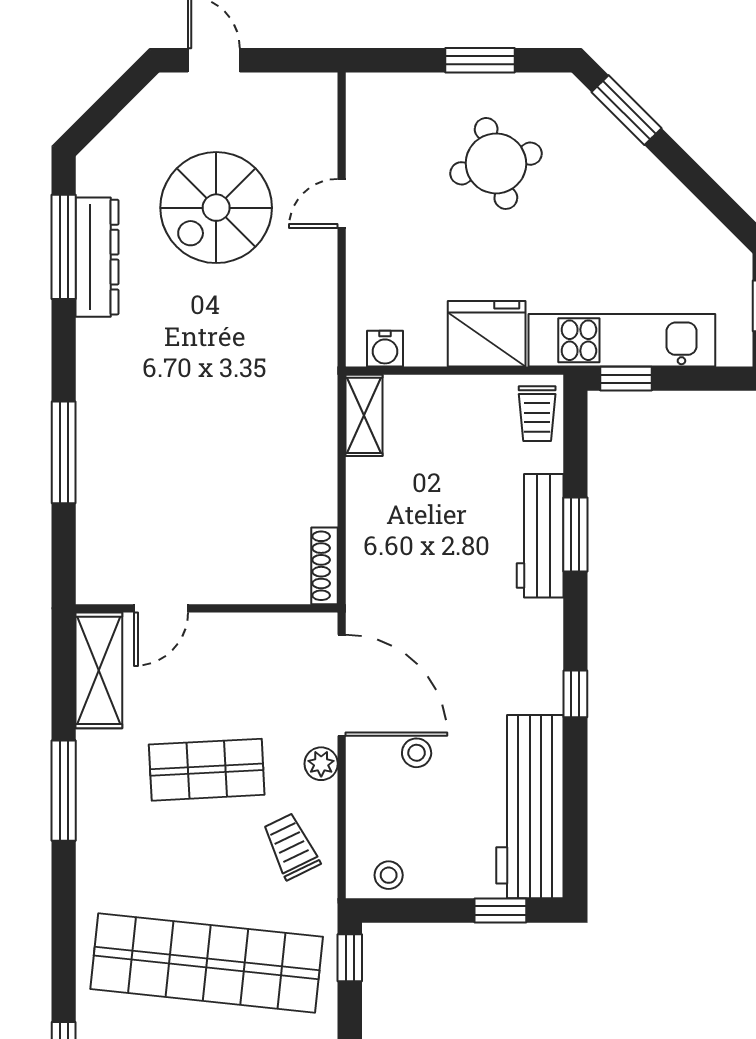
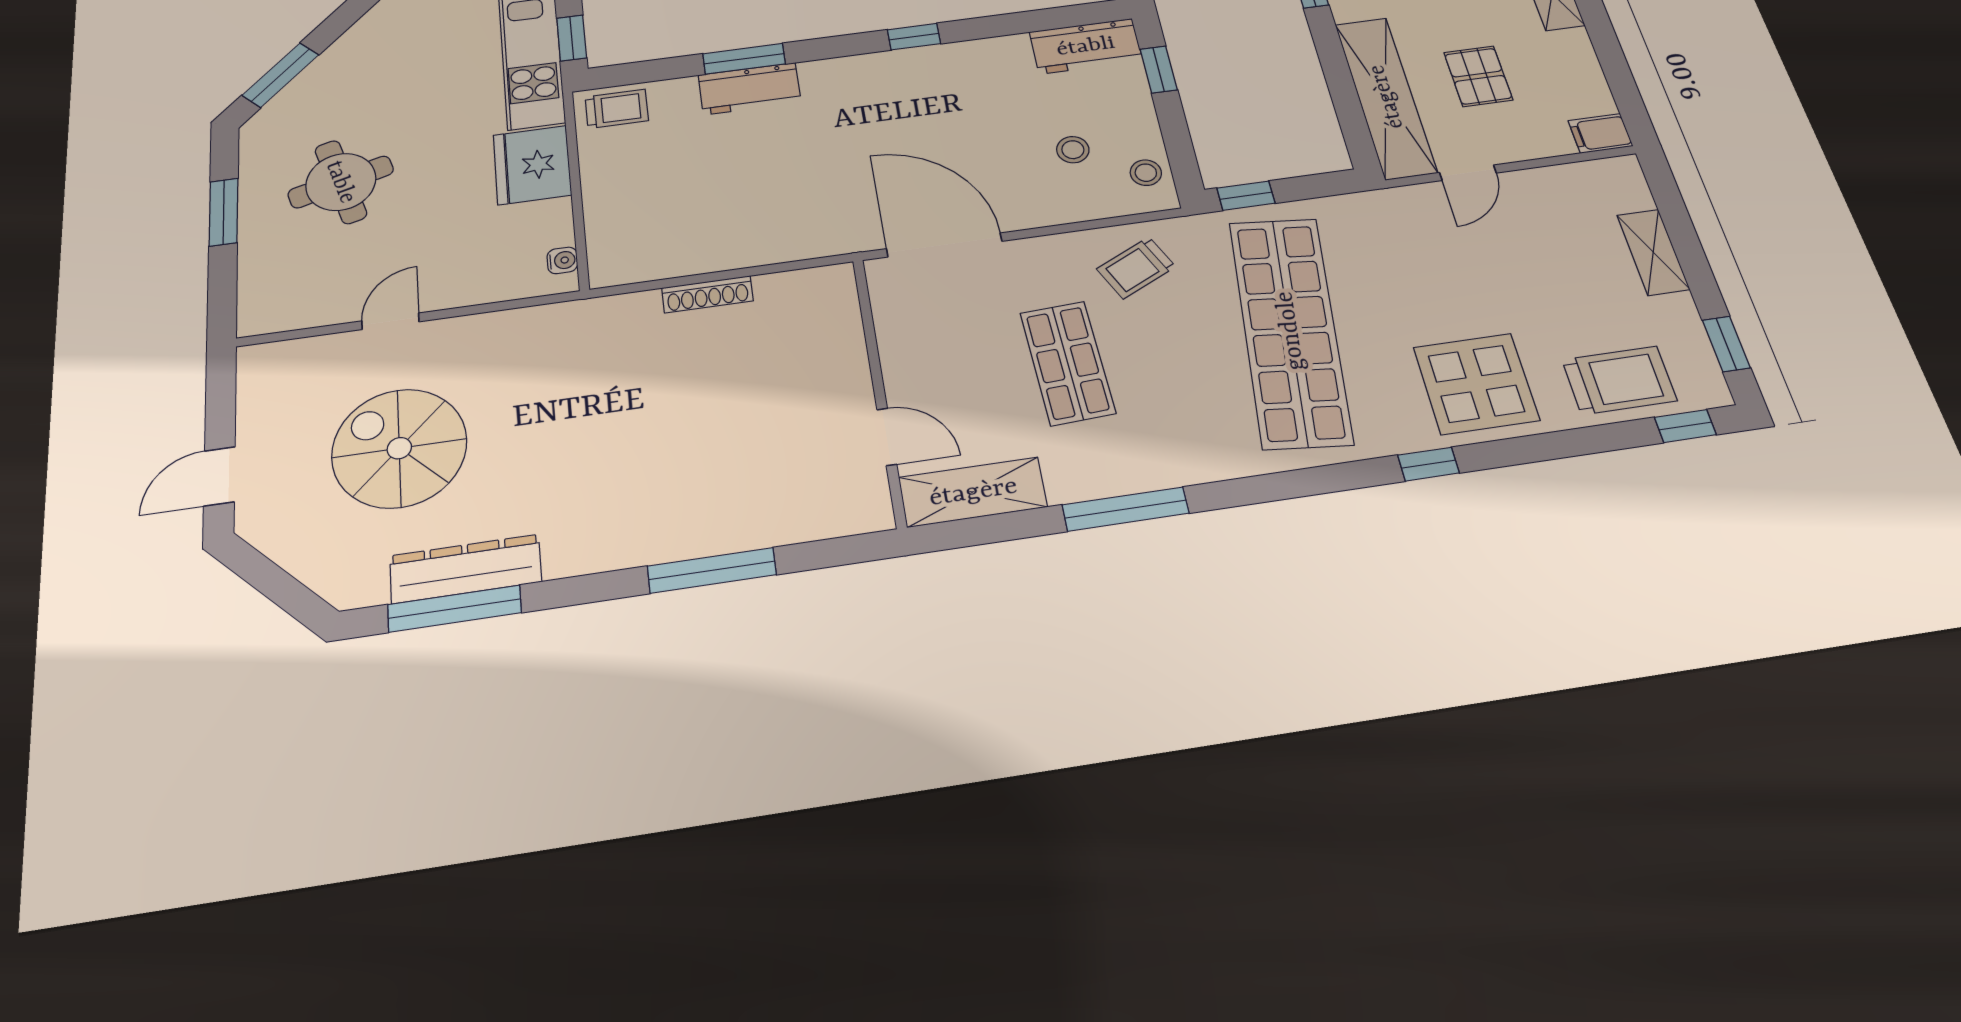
door: (342, 203) -> (390, 321), swing flipped
spiral stairs: (216, 208) -> (399, 448), turned 180
water cooler: (385, 349) -> (562, 260), width x0.72, depth x0.72
shelving: (364, 415) -> (634, 266), removed
workbench: (540, 536) -> (750, 89), width x0.73
shoe rack: (325, 566) -> (707, 294), moved
door: (342, 685) -> (944, 245), hinge flipped
stool: (417, 753) -> (1073, 150), moved
plant: (321, 764) -> (1037, 252), removed
workbench: (530, 807) -> (1086, 46), width x0.53, depth x0.76

